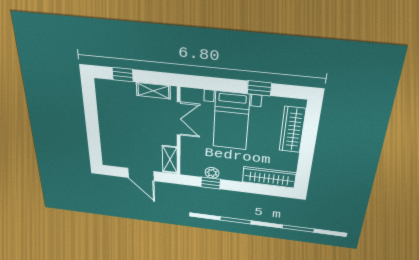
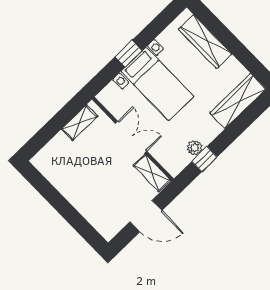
window: (123, 75) -> (46, 134), removed
window: (259, 88) -> (128, 54), moved
double door: (179, 119) -> (131, 137), moved

